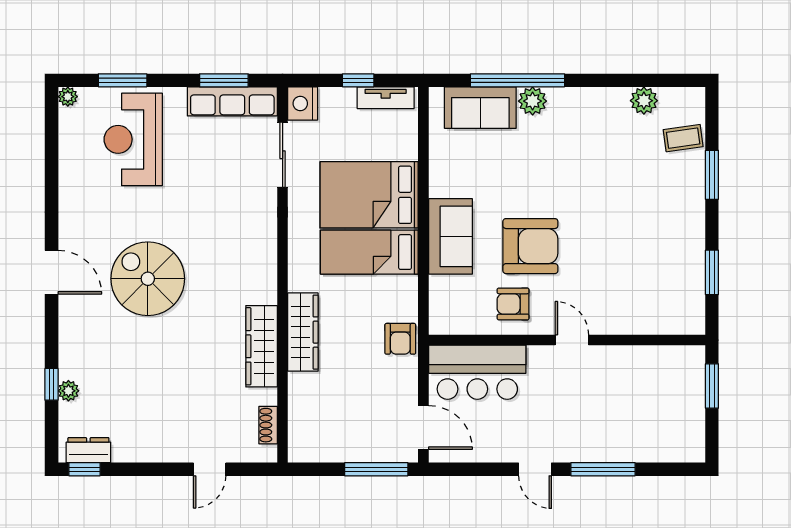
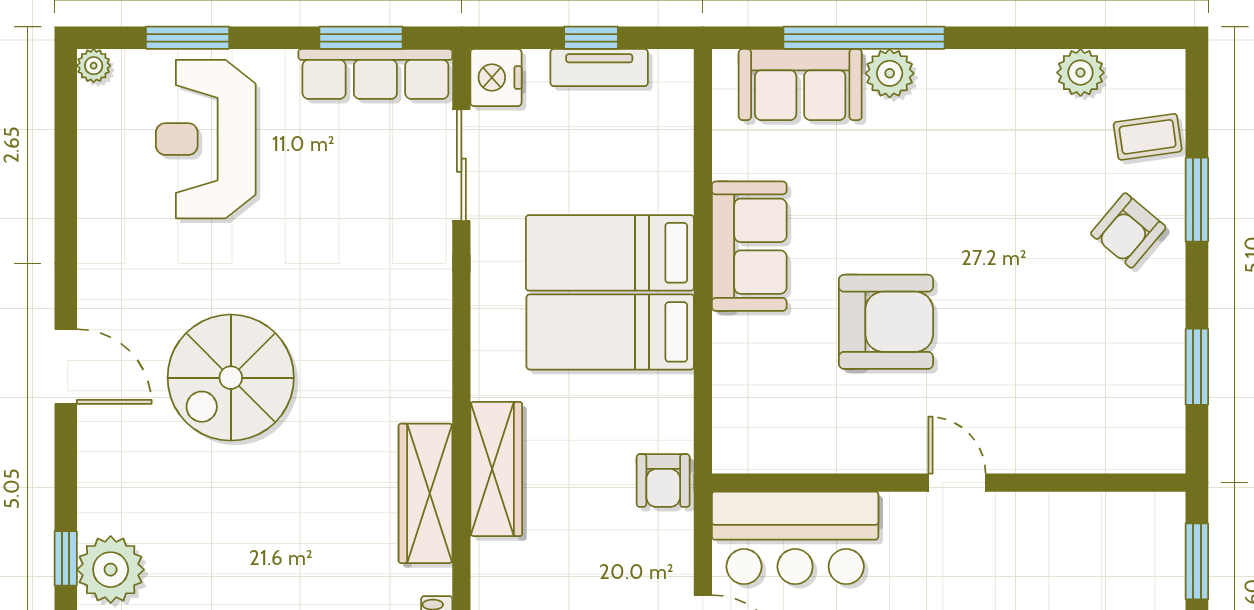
tv unit: (386, 98) -> (599, 68), moved
bed: (369, 195) -> (610, 253), width x0.67
sofa: (451, 236) -> (749, 246), moved
spiral stairs: (148, 279) -> (231, 378), turned -90
armchair: (513, 304) -> (1128, 230), moved, turned -50
plant: (68, 391) -> (111, 570), width x1.88, depth x1.88

